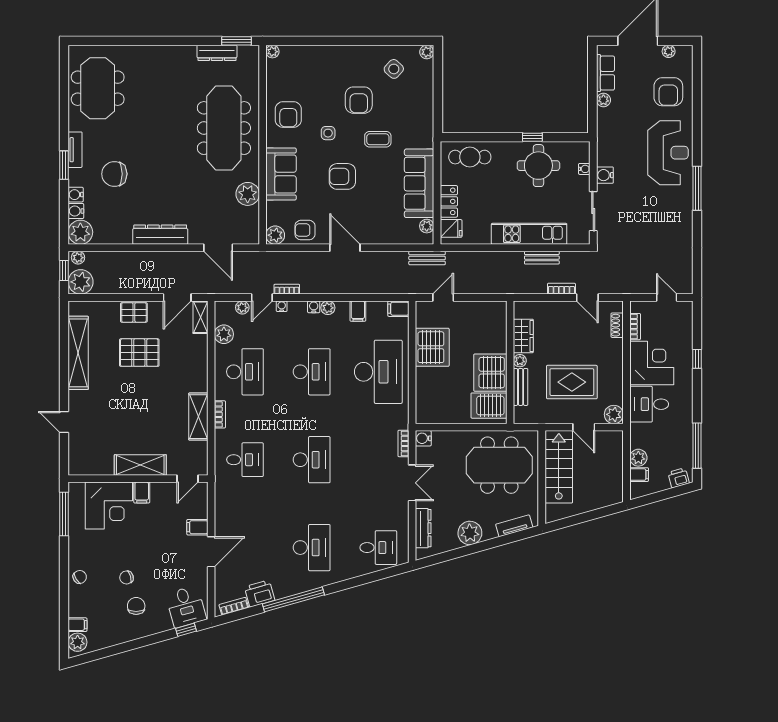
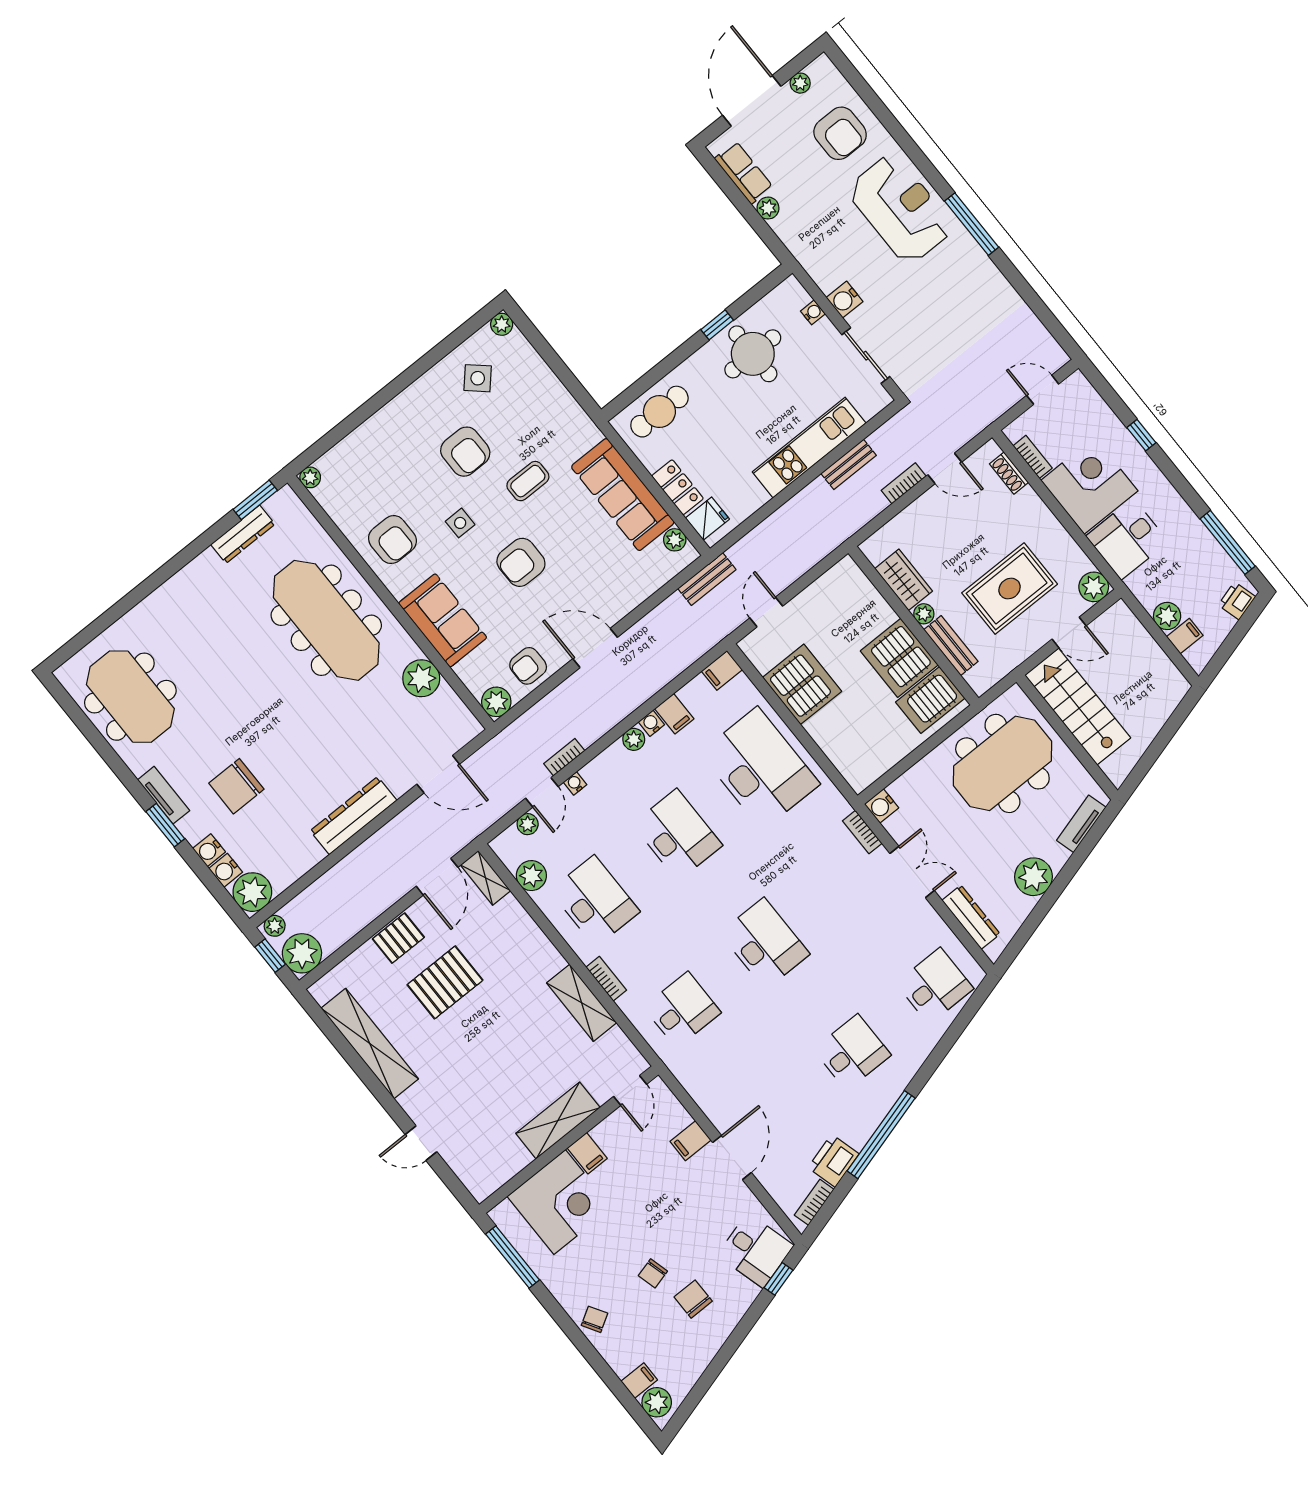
water cooler: (314, 307) -> (651, 723), moved
desk: (312, 548) -> (852, 1052), width x0.73

